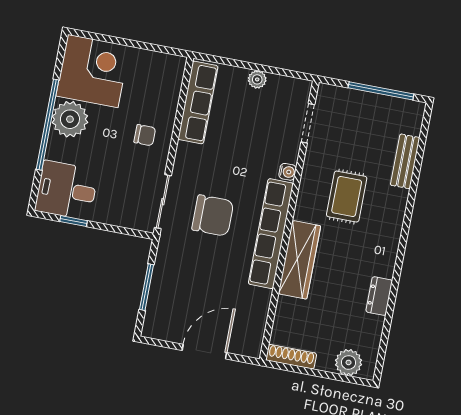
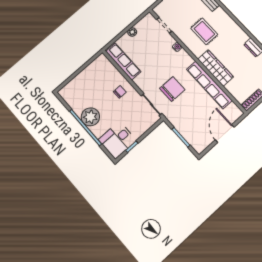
corner desk: (93, 71) -> (79, 93), removed
row of seats: (271, 234) -> (209, 85), moved

